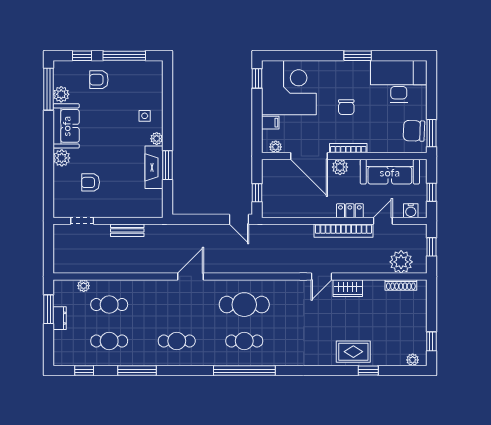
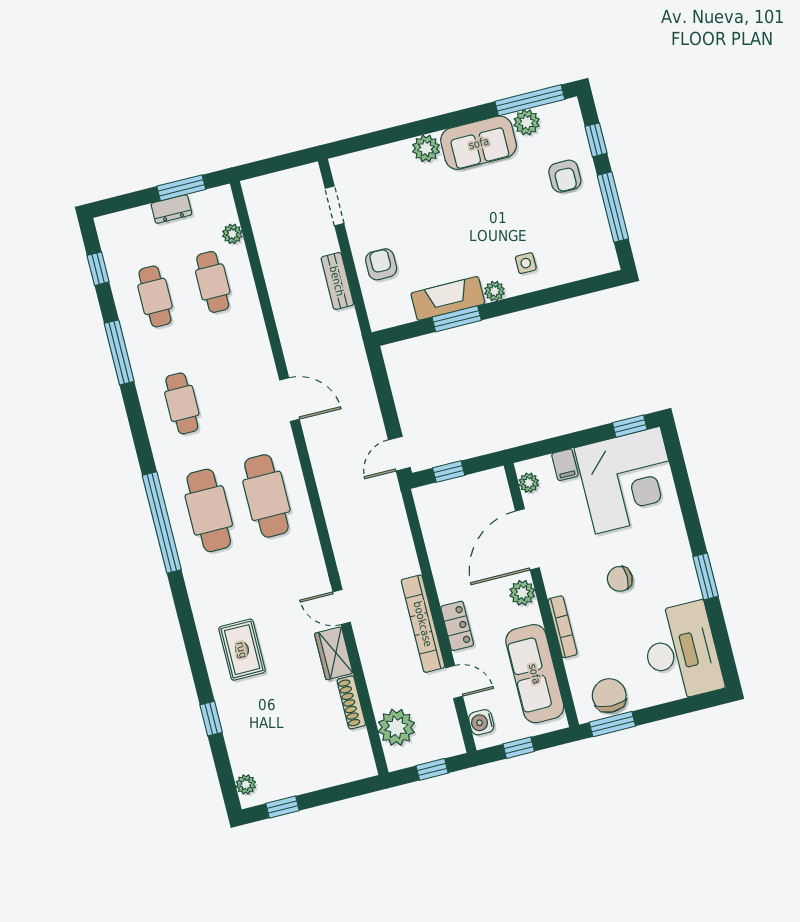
armchair: (99, 80) -> (565, 176), turned 180
bookcase: (348, 148) -> (563, 627), moved
armchair: (91, 182) -> (381, 264), moved
shoe rack: (401, 285) -> (351, 702), moved
cafe table: (244, 341) -> (209, 510), width x1.37, depth x1.35
rug: (353, 352) -> (242, 650), moved

